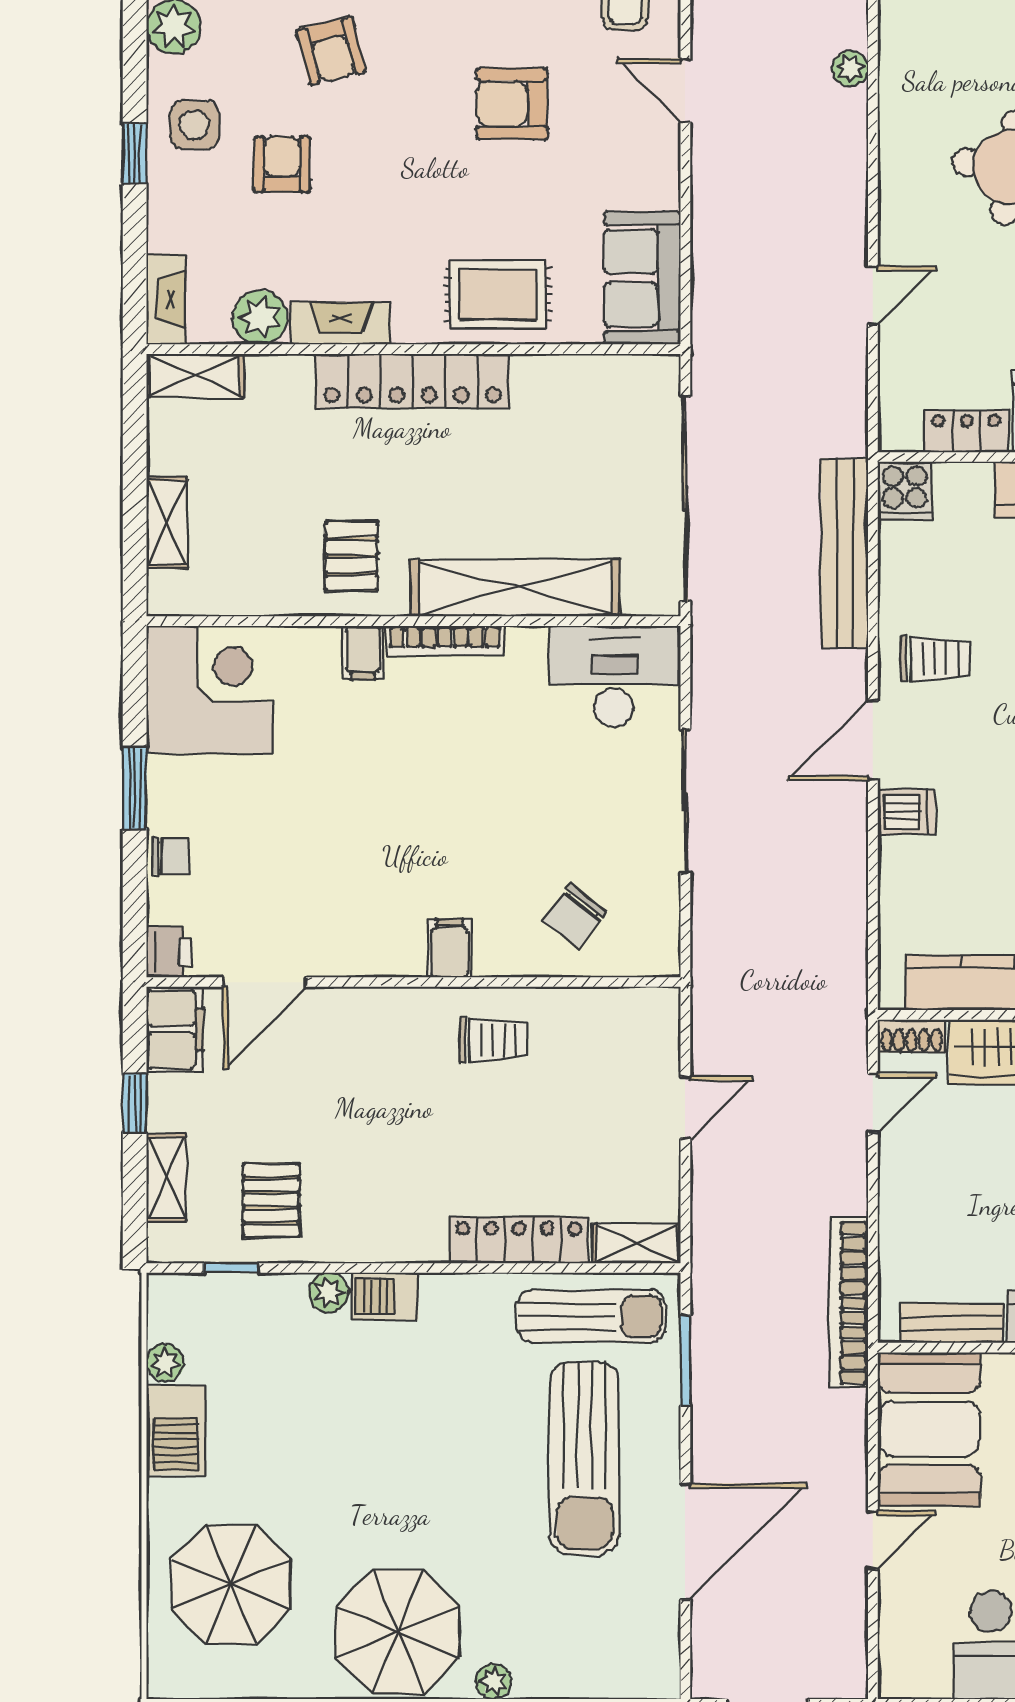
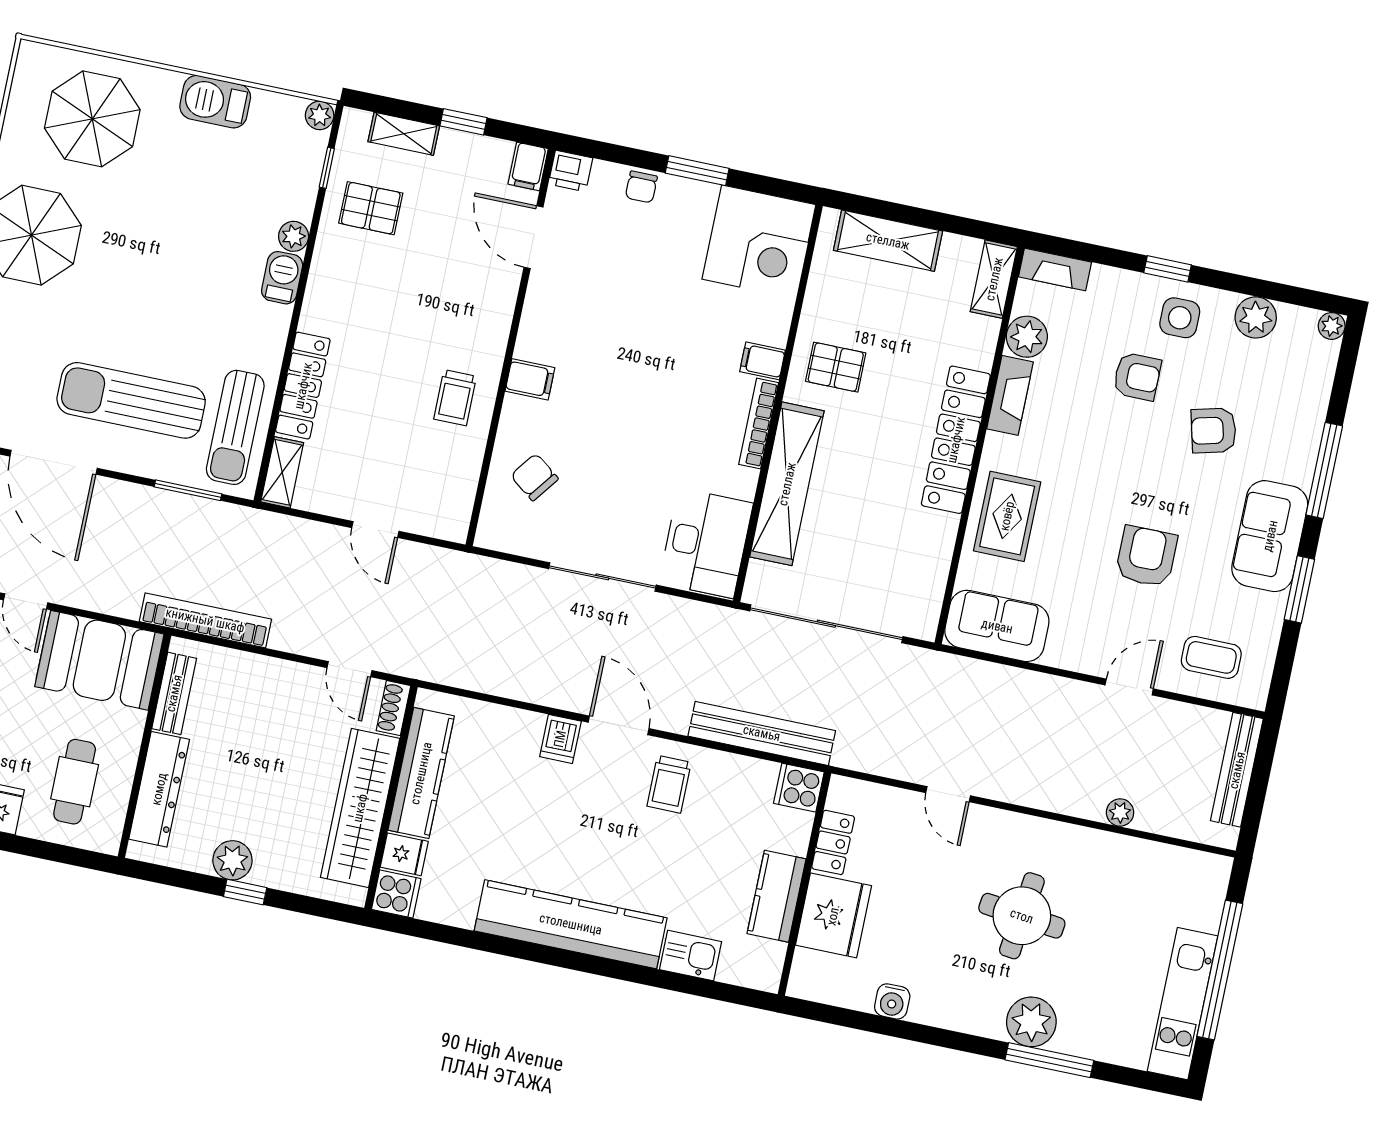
shelving: (167, 523) -> (888, 241), width x1.50, depth x1.33
filing cabinet: (175, 1029) -> (528, 166), width x0.50
plant: (165, 1363) -> (320, 115), moved

